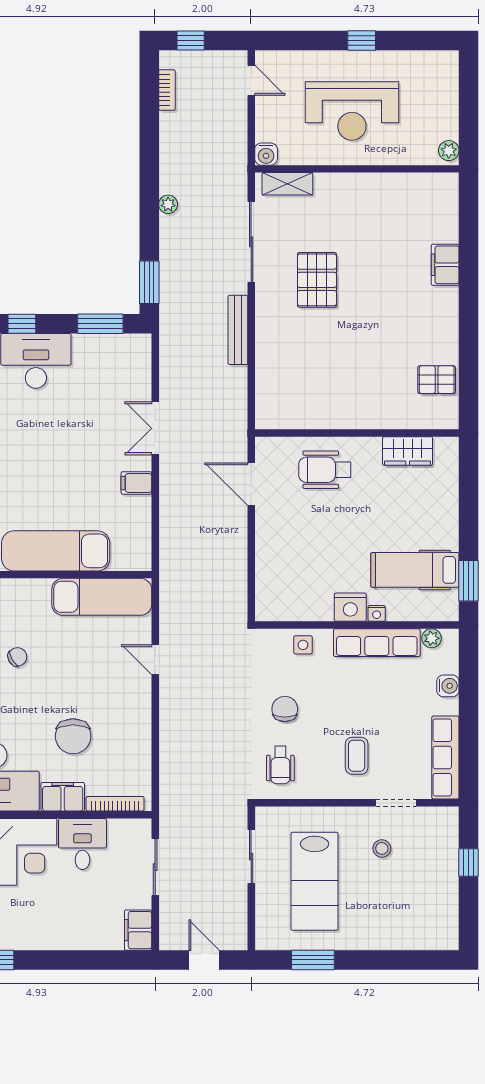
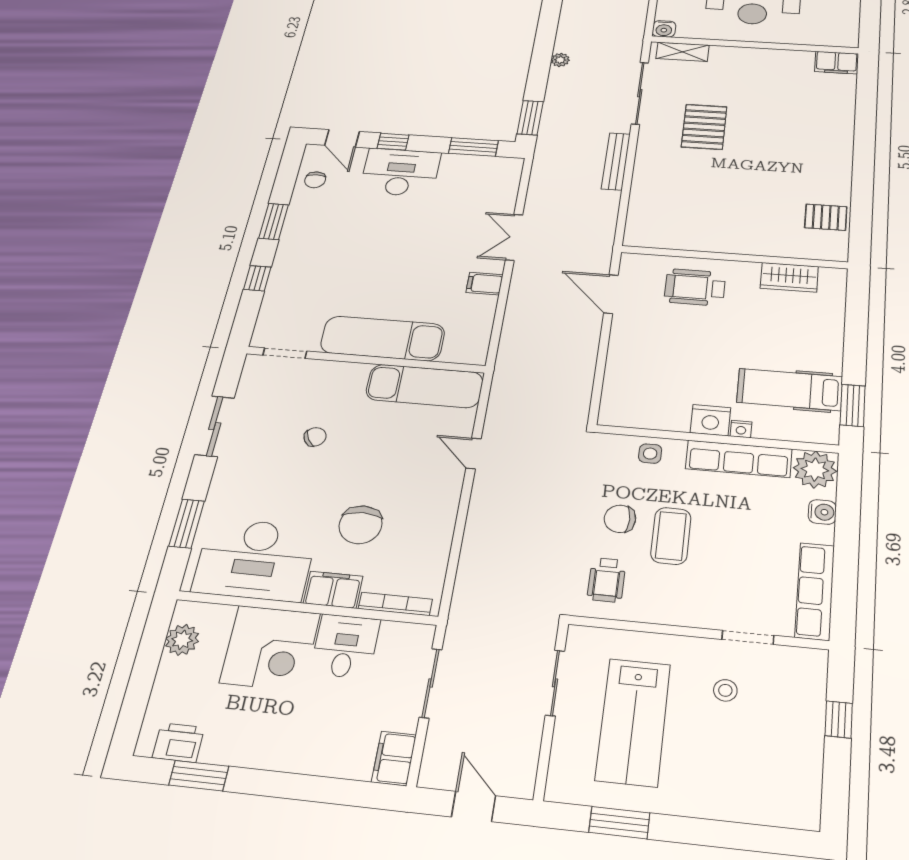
plant: (449, 151) -> (849, 37), removed
filing cabinet: (445, 265) -> (837, 63), moved, turned -90
plant: (432, 638) -> (815, 470), width x1.88, depth x1.88
chair: (285, 709) -> (620, 519), turned -90
coffee table: (357, 756) -> (671, 536), moved, width x1.36, depth x1.30

